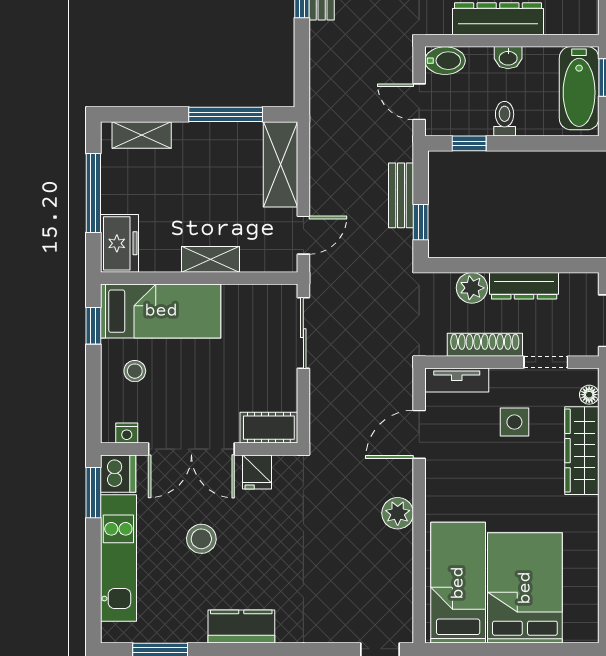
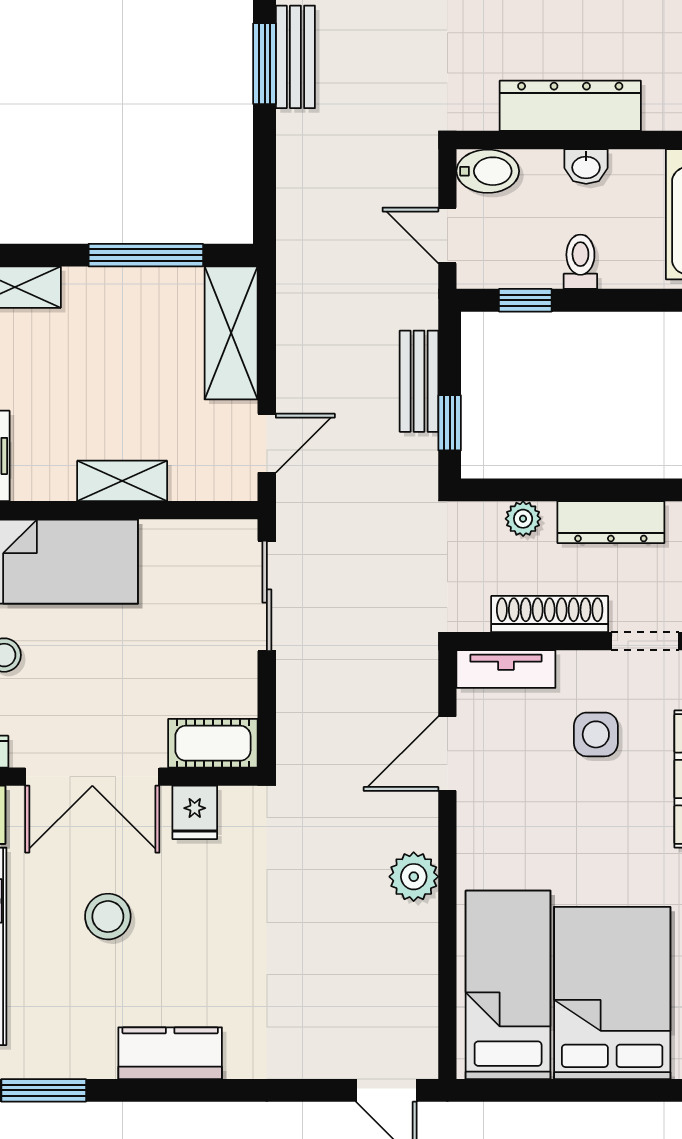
plant: (472, 288) -> (523, 519), width x0.73, depth x0.73

